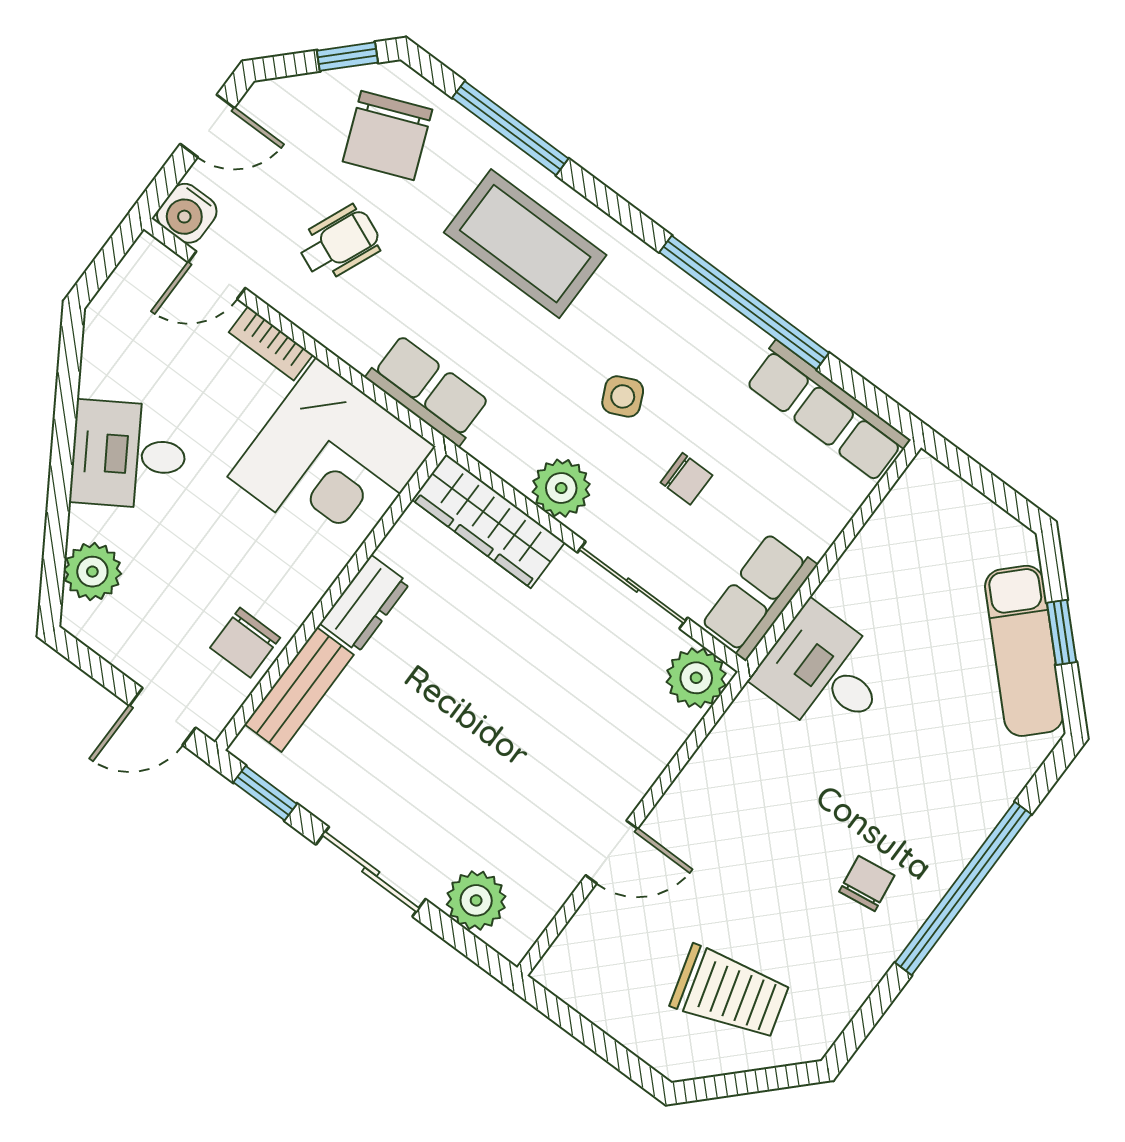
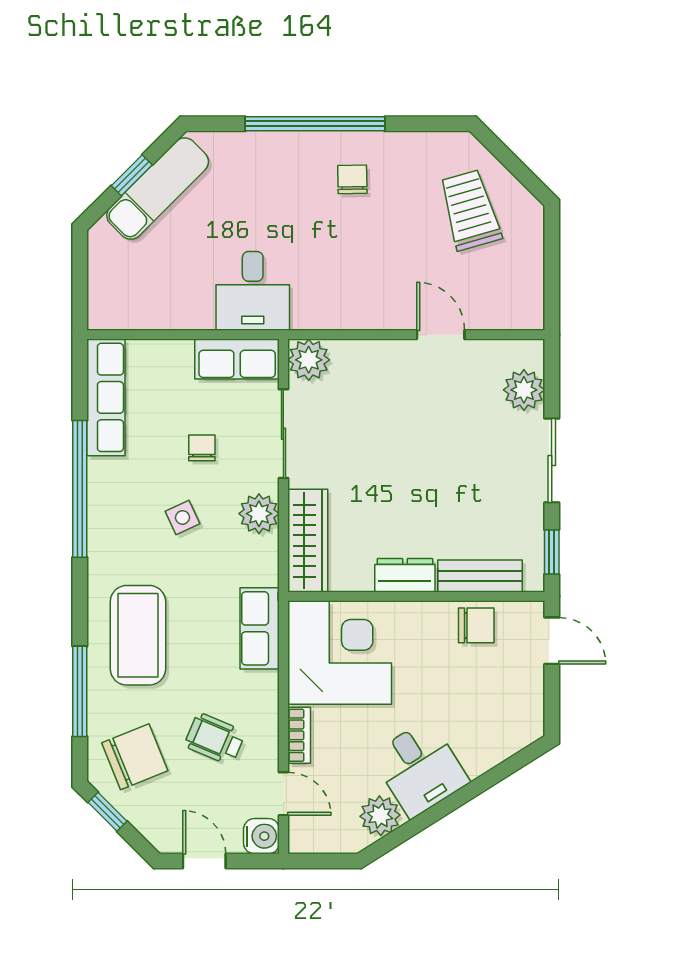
plant: (92, 572) -> (380, 816), moved
chair: (867, 883) -> (352, 179), turned 97

